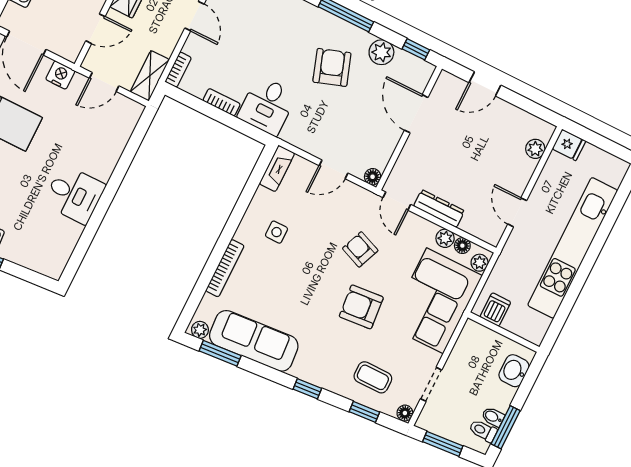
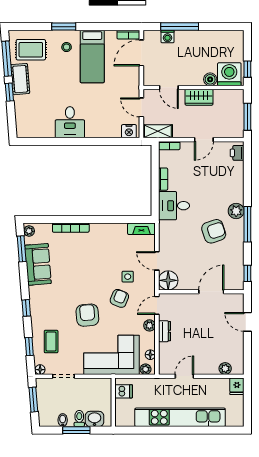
plant: (381, 52) -> (236, 211), moved
nightstand: (60, 75) -> (129, 131), moved, turned 90
floor lamp: (373, 177) -> (168, 280), width x1.89, depth x1.89
dresser: (439, 209) -> (165, 331), width x0.70
side table: (277, 232) -> (128, 277), moved
plant: (445, 238) -> (149, 325), moved
sofa: (254, 341) -> (38, 264), width x0.73
window: (506, 427) -> (76, 430), moved
toilet: (483, 431) -> (79, 418), moved

